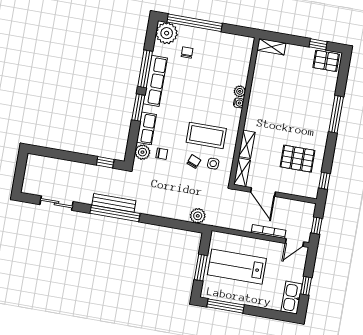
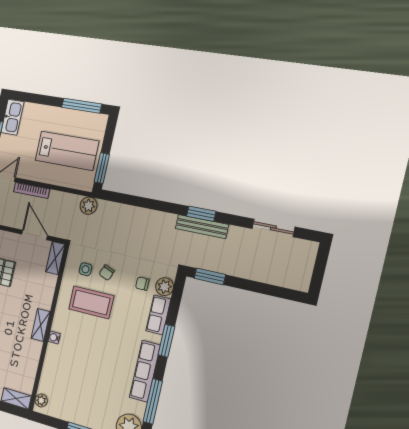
chair: (187, 52) -> (107, 402), removed
window: (145, 69) -> (153, 401), moved
plant: (240, 91) -> (41, 400), moved
shelving: (247, 144) -> (41, 325), moved
window: (105, 162) -> (210, 276), width x1.50
window: (115, 213) -> (201, 214), width x0.47
plant: (198, 216) -> (88, 206), moved
window: (201, 268) -> (102, 168), moved

